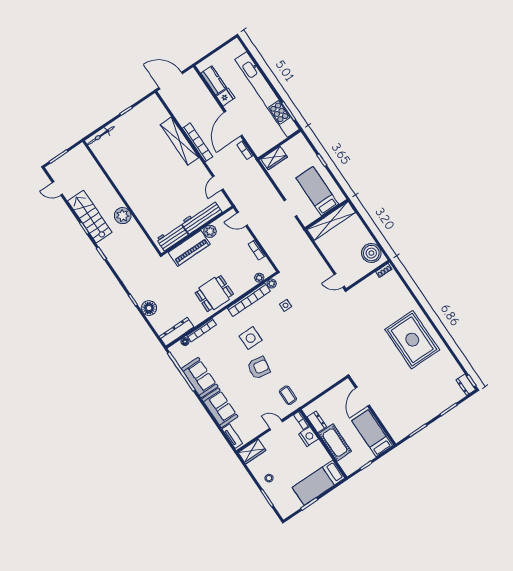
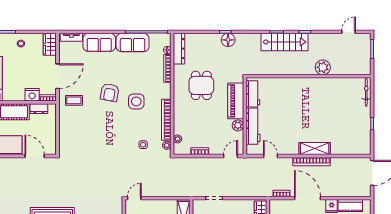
shelving: (180, 141) -> (315, 149), width x0.68
plant: (123, 216) -> (323, 67), moved
stairs: (90, 217) -> (285, 42), moved
dining table: (214, 294) -> (201, 85), moved
floor lamp: (149, 308) -> (228, 40), moved
door: (276, 425) -> (57, 76), width x1.87

